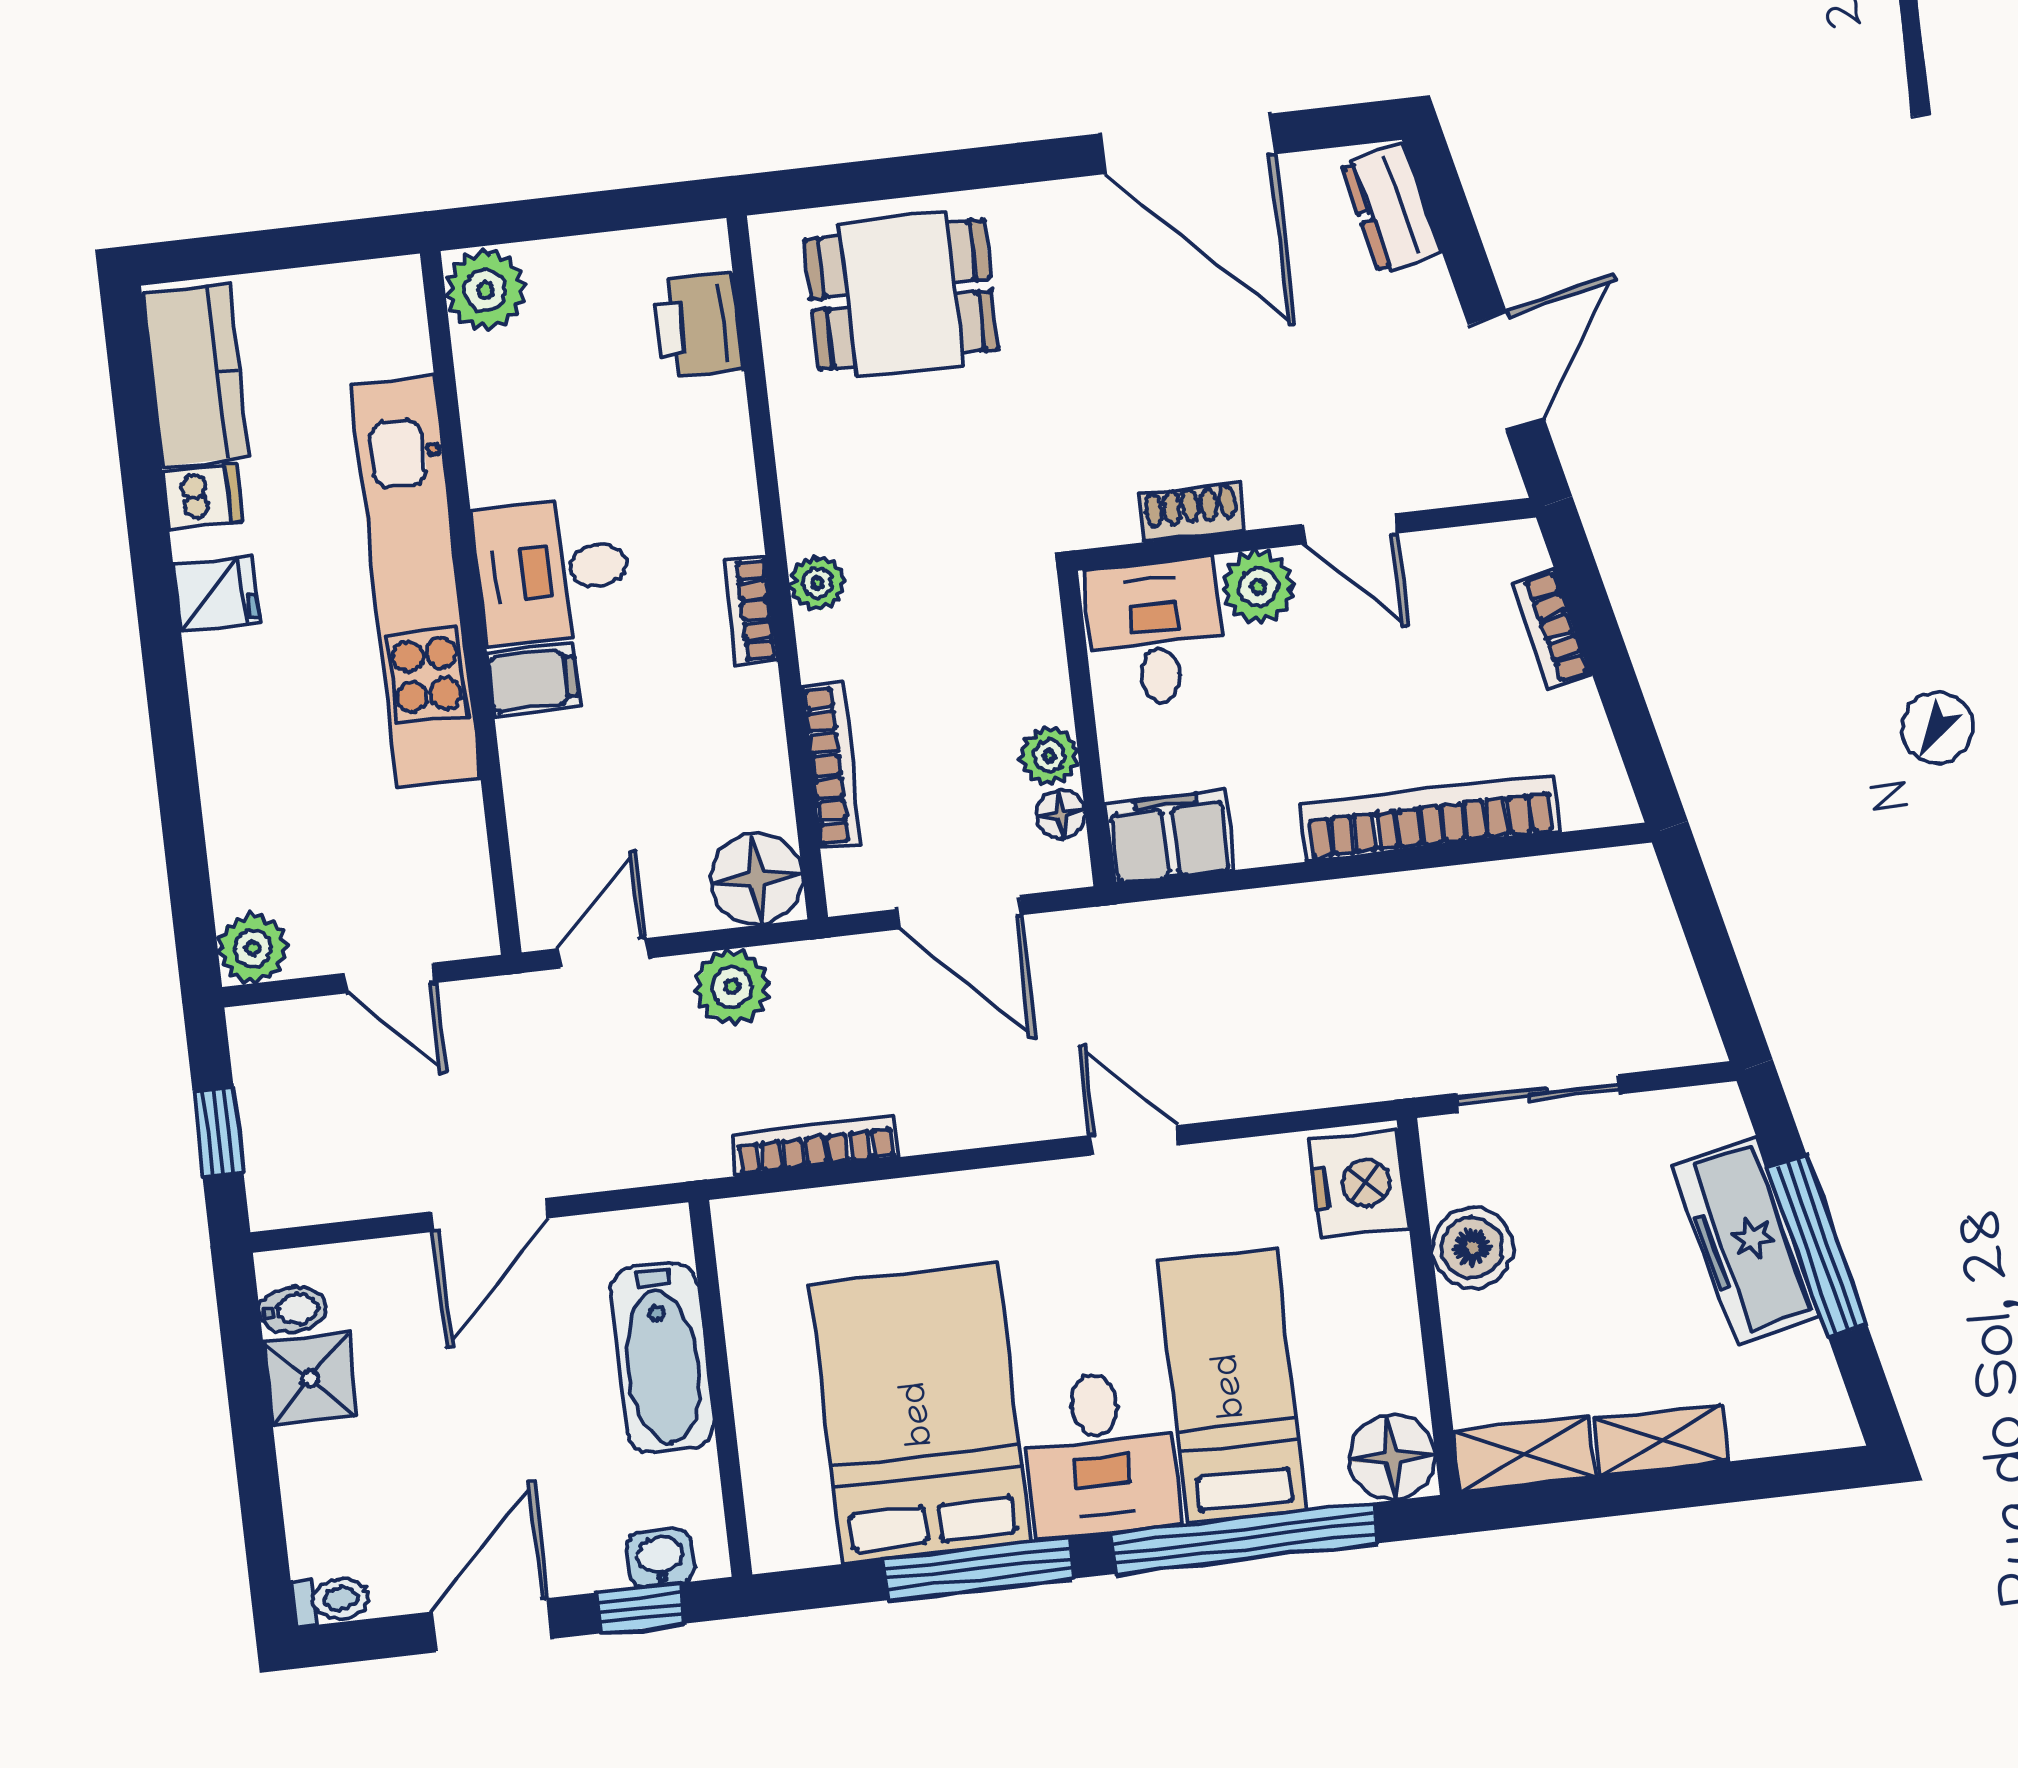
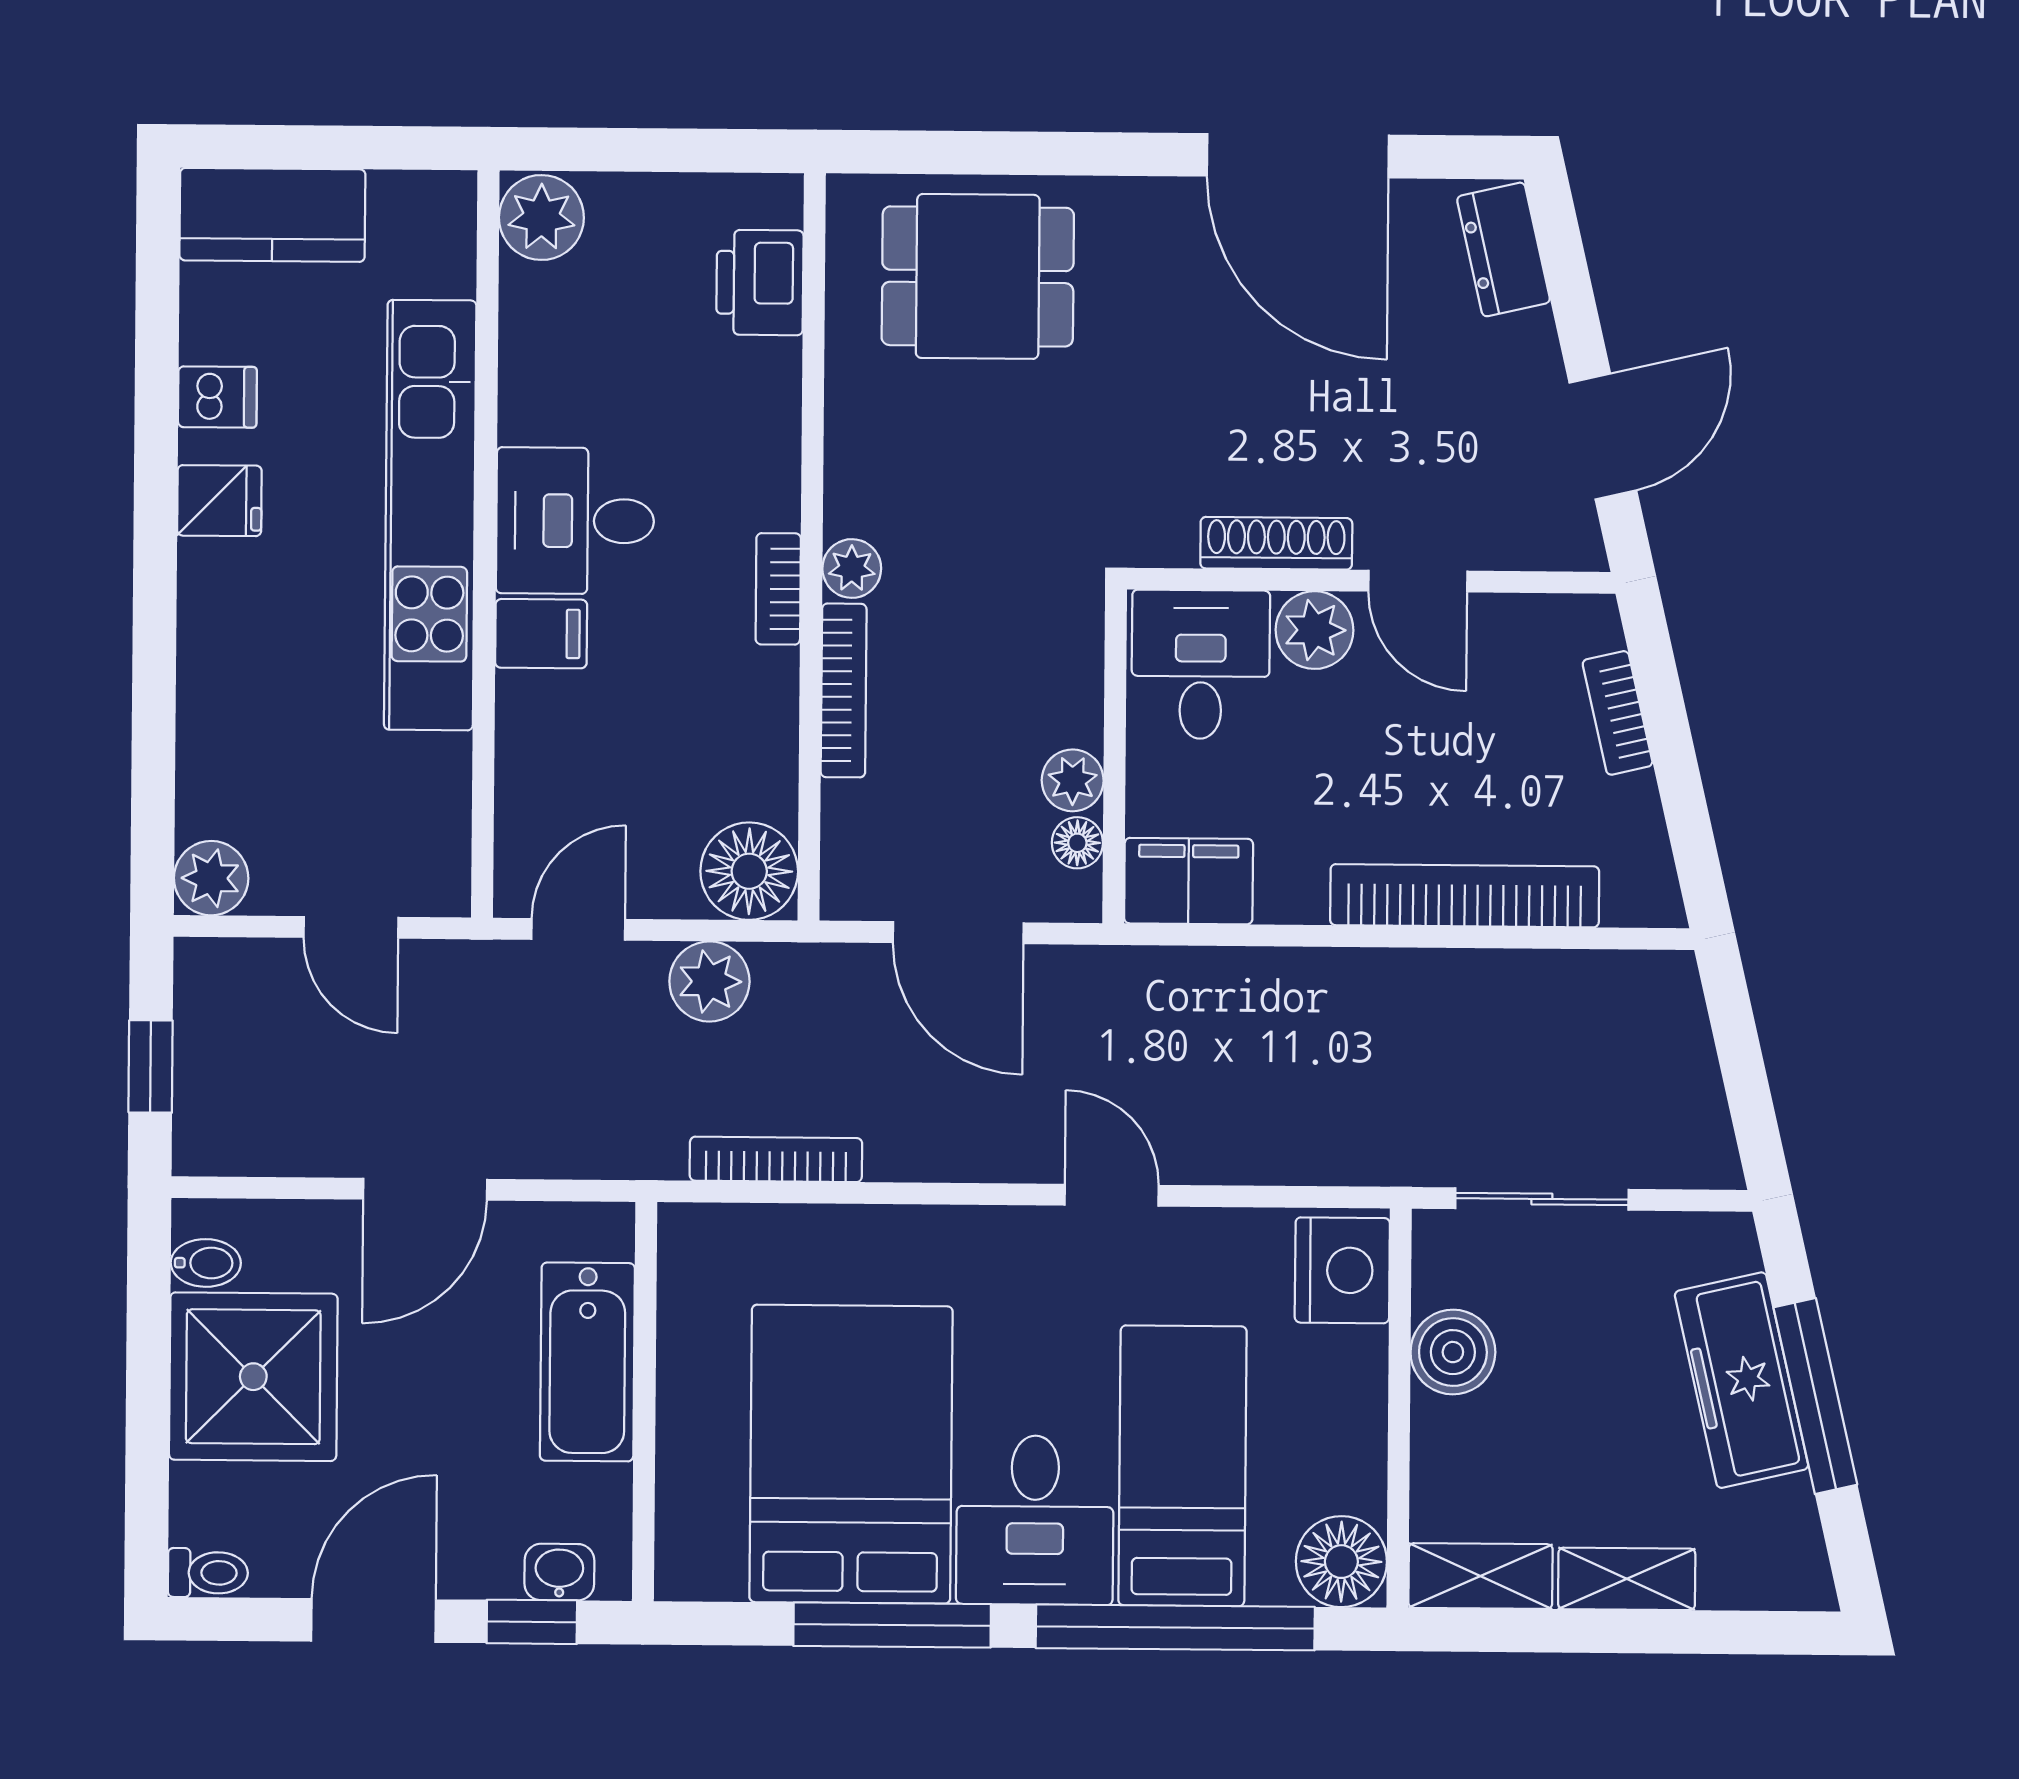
kitchen counter: (195, 375) -> (272, 215), moved, turned 90
shoe rack: (1191, 512) -> (1276, 543), width x1.43
bookcase: (832, 765) -> (844, 690), moved
shower: (310, 1379) -> (253, 1377), width x1.86, depth x1.86

